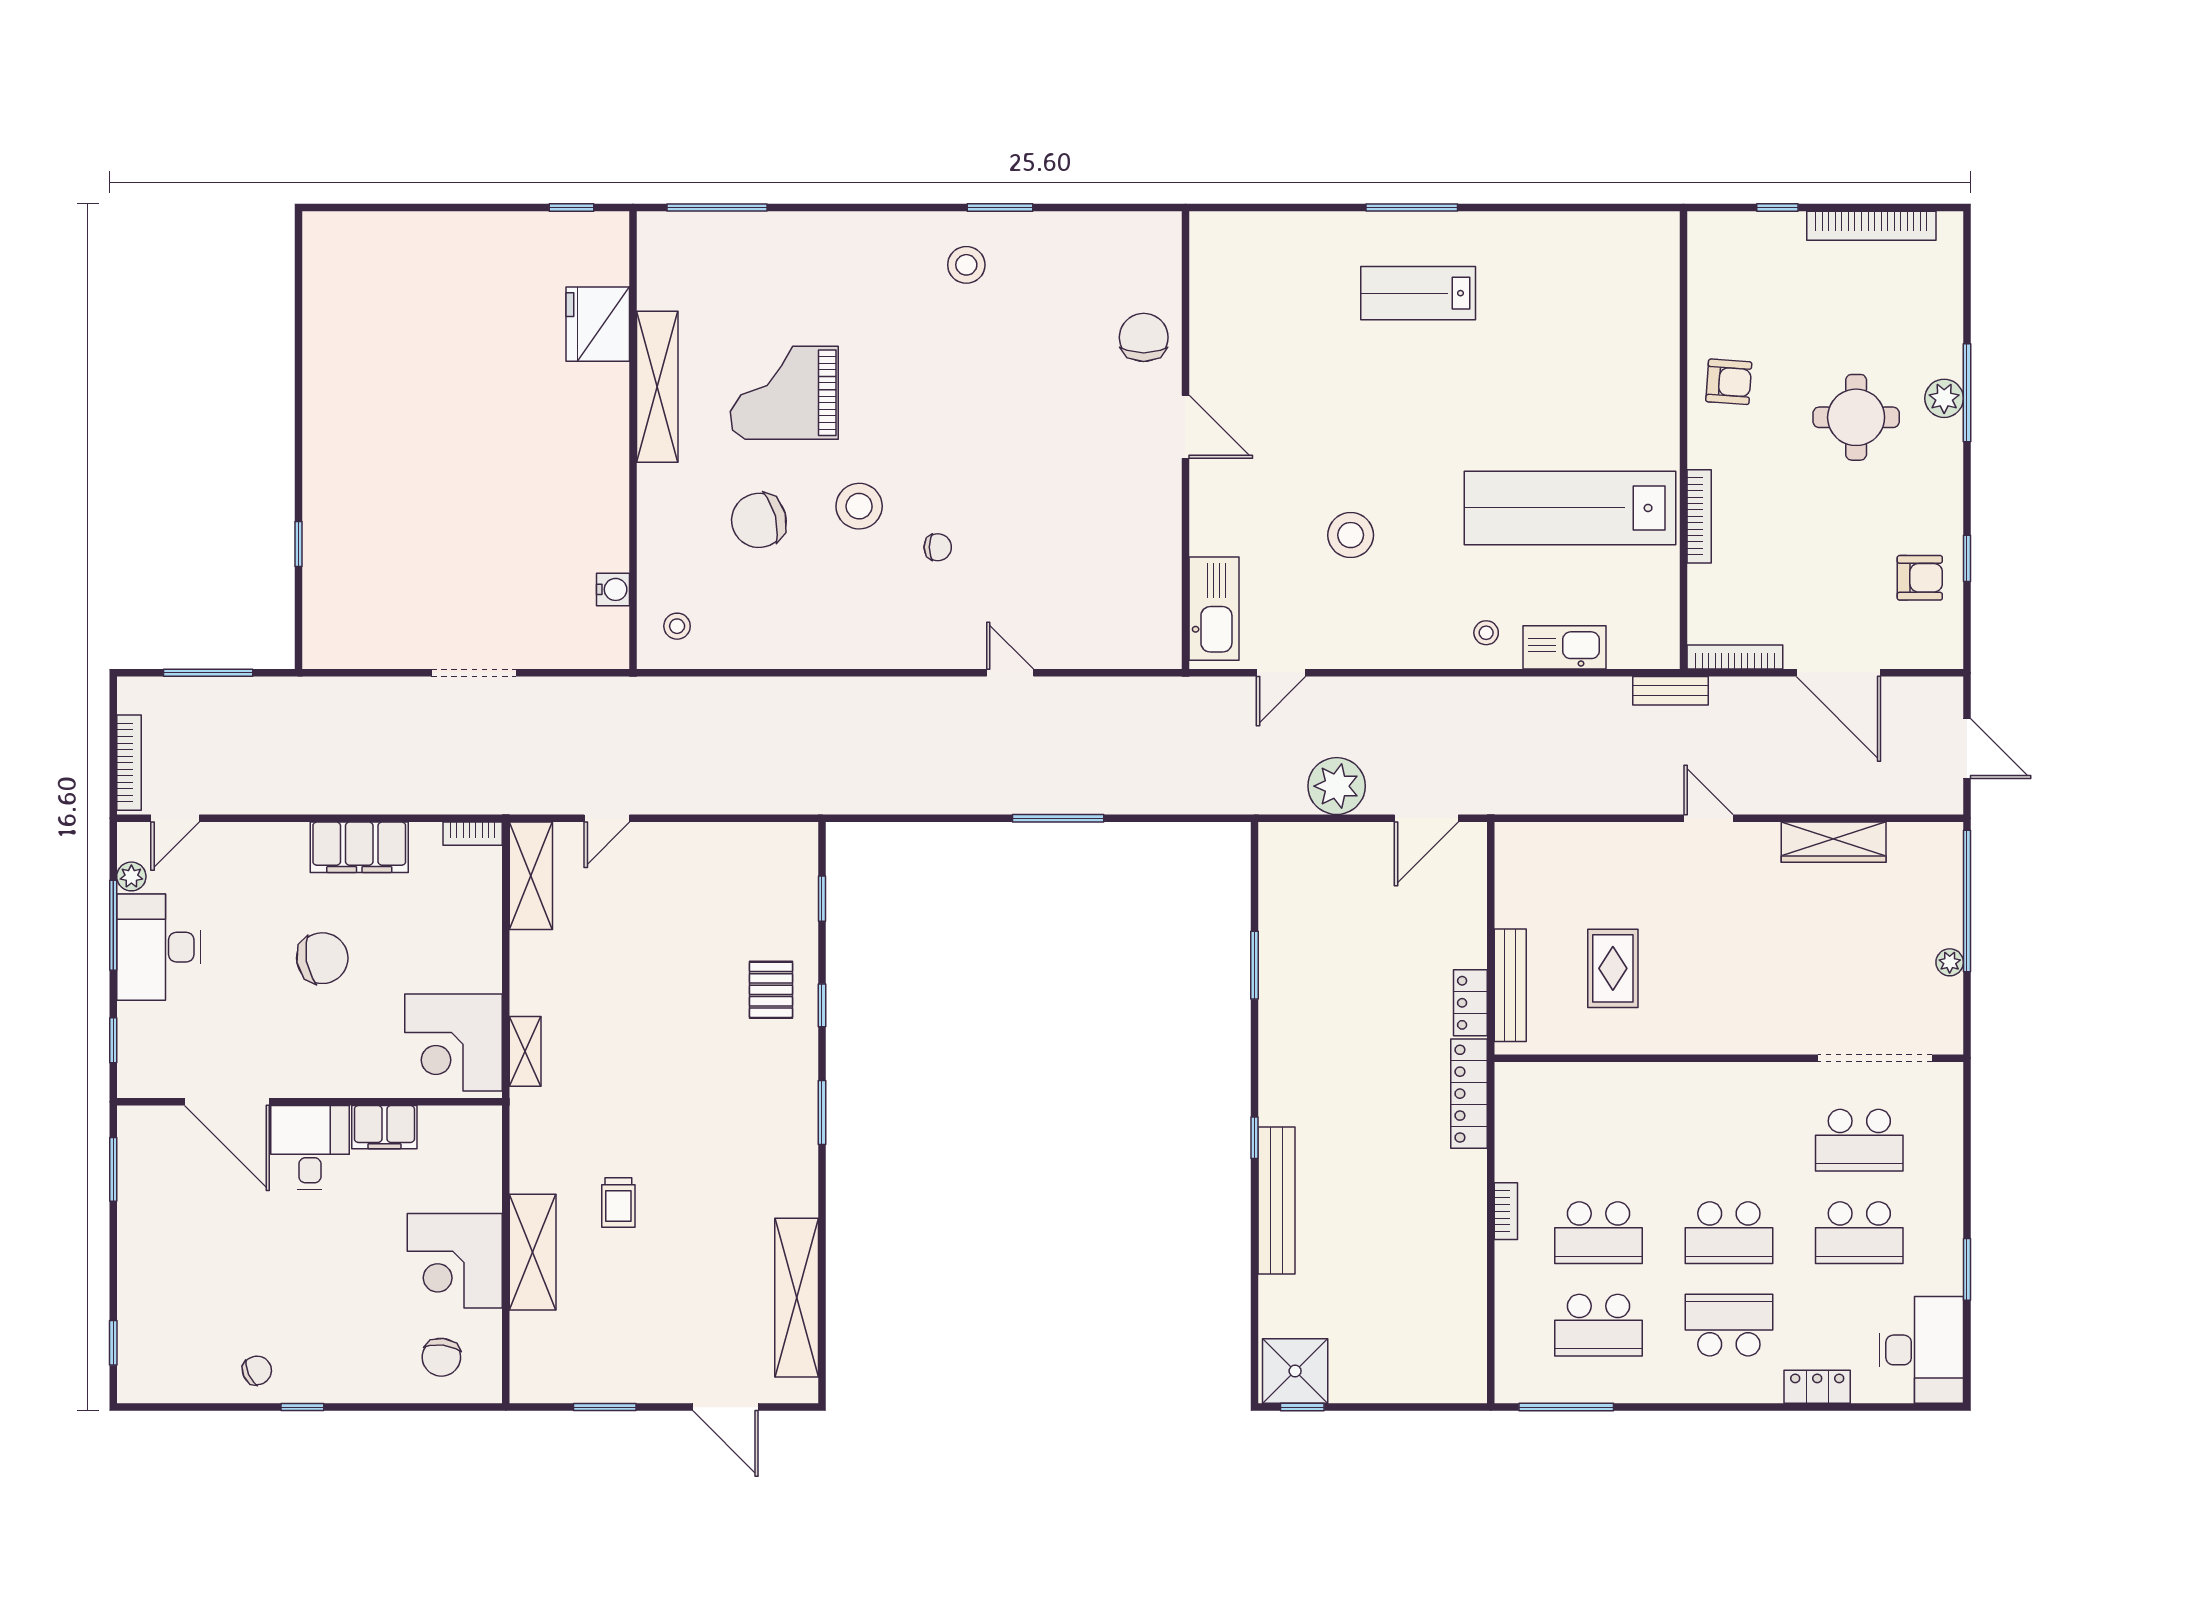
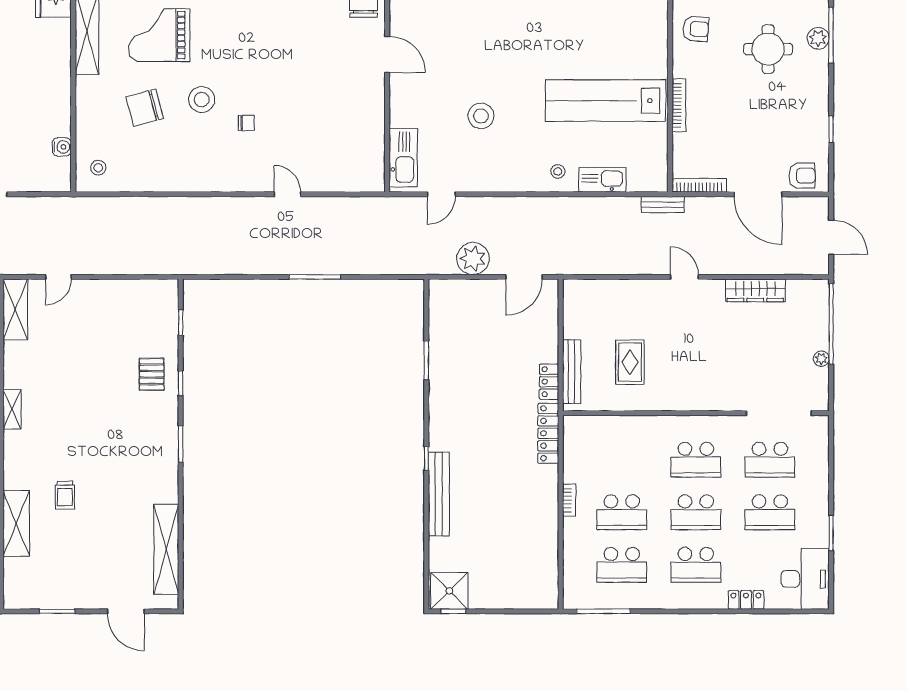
armchair: (1920, 578) -> (802, 176), moved
school desk: (1729, 1140) -> (696, 460), added
school desk: (1729, 1325) -> (696, 565), turned 180

